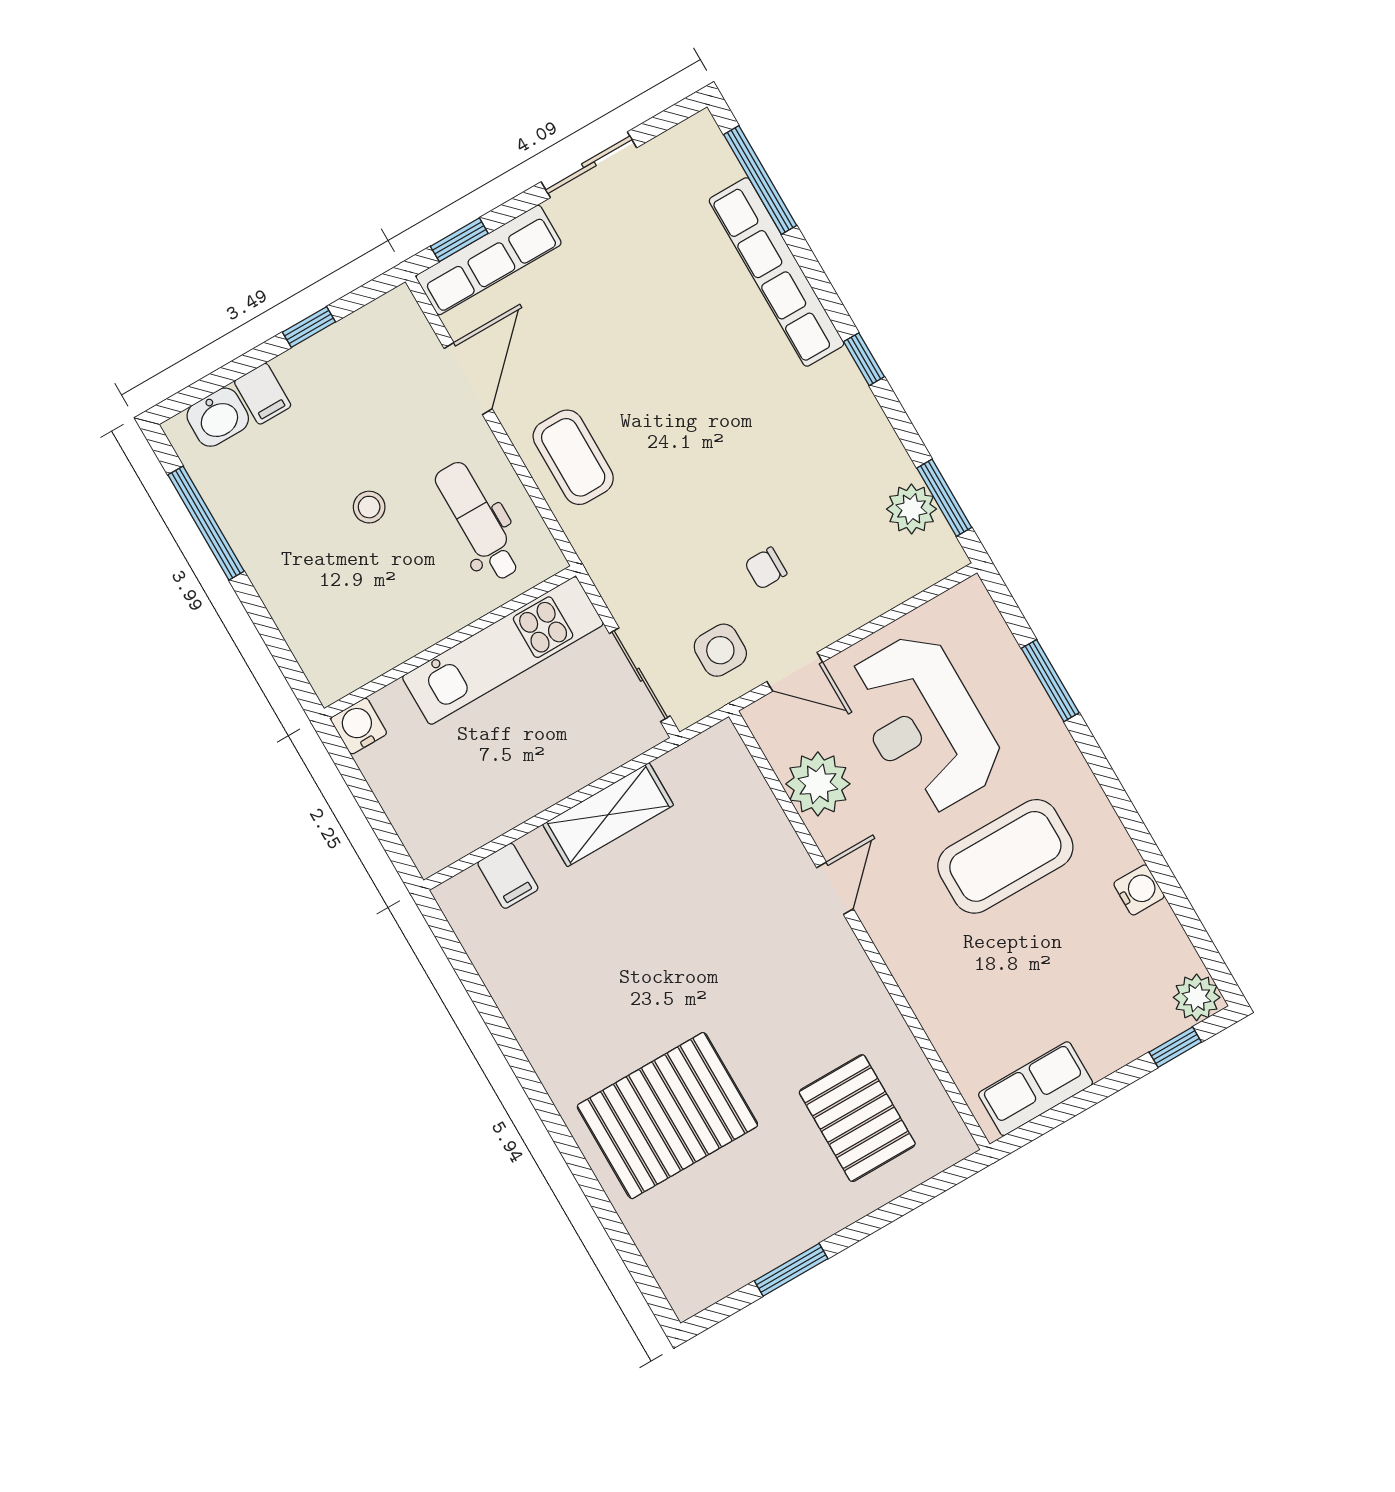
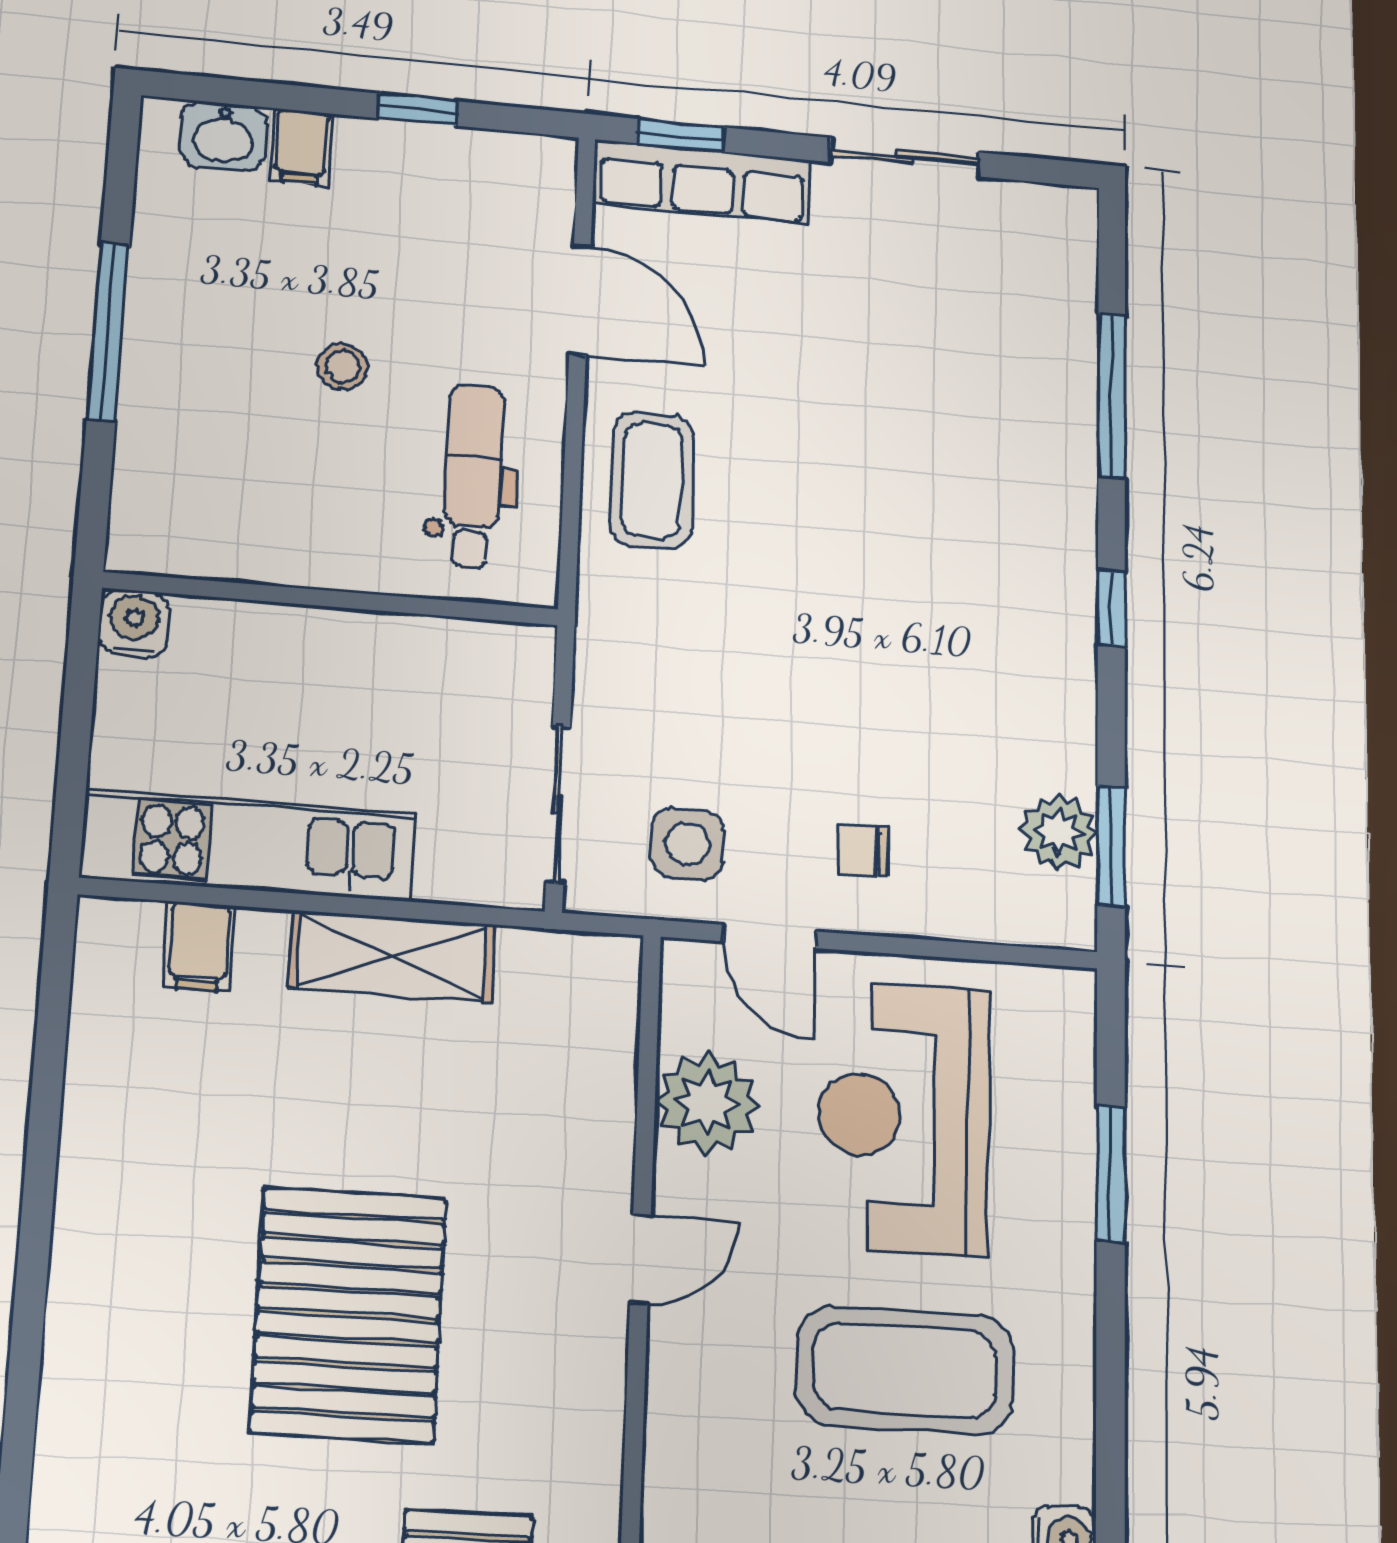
window: (760, 180) -> (1112, 396), moved
row of seats: (777, 272) -> (1064, 433), removed
door: (468, 379) -> (580, 300), hinge flipped
window: (206, 523) -> (108, 332), moved
chair: (766, 568) -> (863, 851), moved
kitchen unit: (503, 650) -> (248, 845), moved, turned 180
pallet: (667, 1116) -> (349, 1315), moved, turned 90

